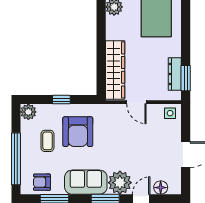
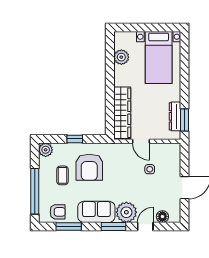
side table: (170, 113) -> (150, 169), moved
armchair: (42, 182) -> (58, 212), turned 180

